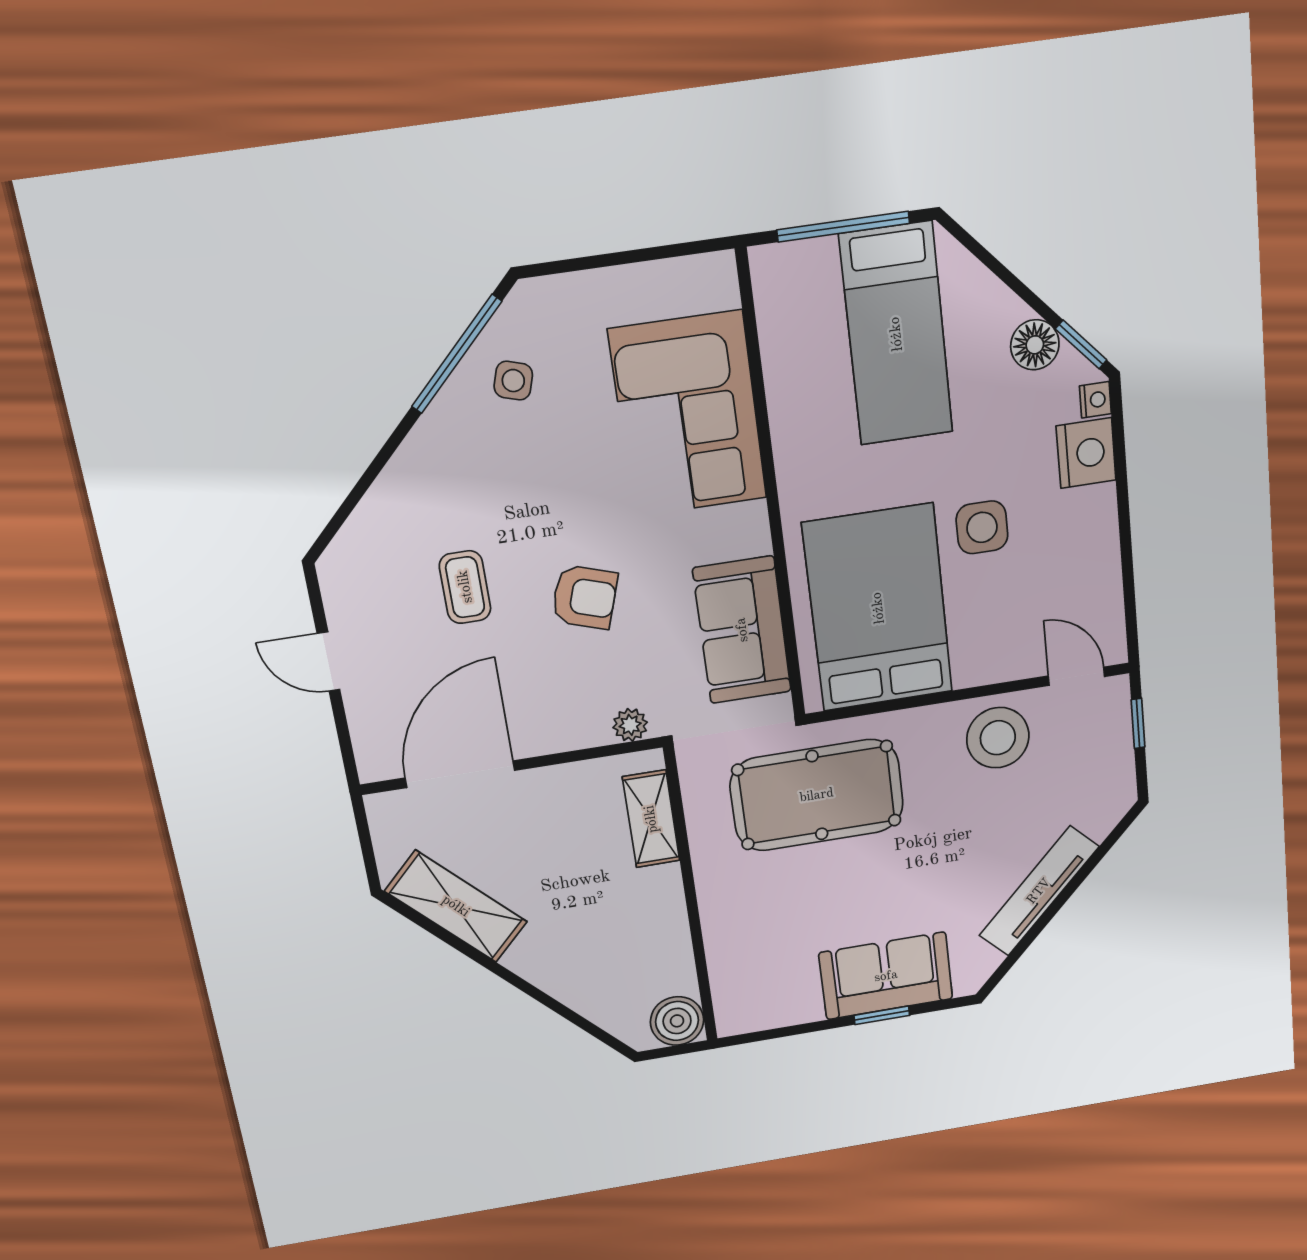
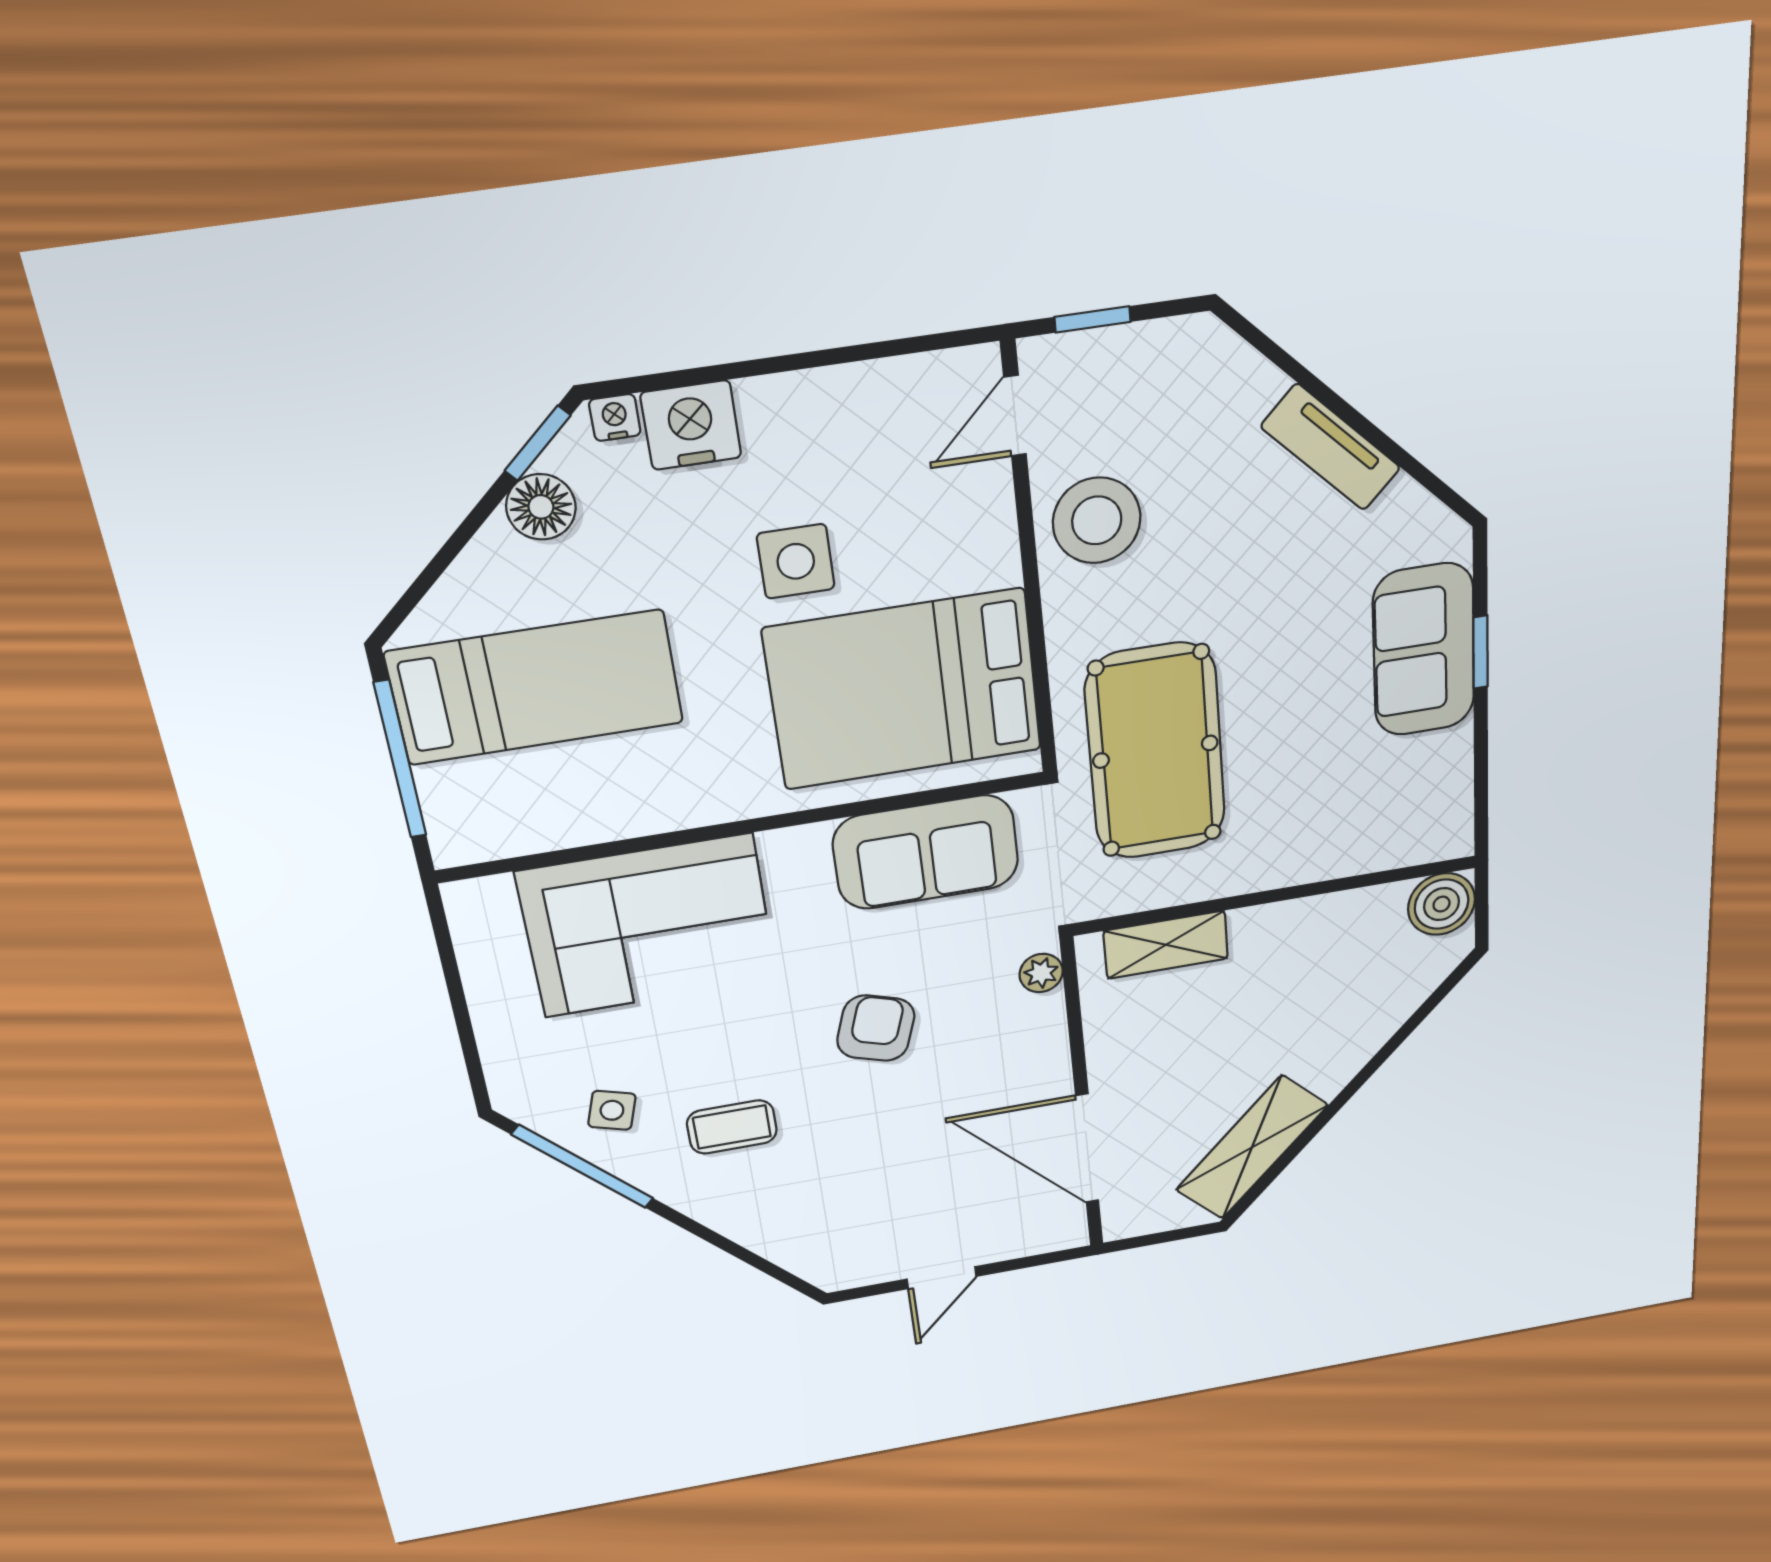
coffee table: (465, 587) -> (732, 1127), moved
tv unit: (1039, 891) -> (1331, 447), width x0.71

